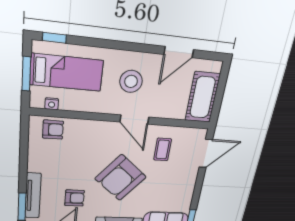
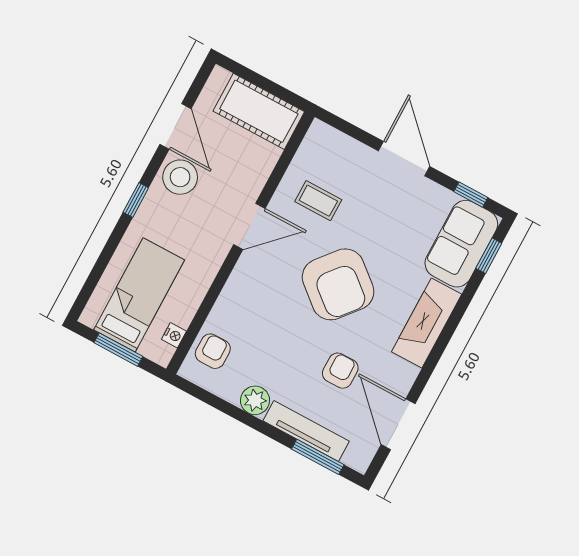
window: (54, 38) -> (136, 200), moved
stool: (131, 81) -> (180, 177), moved
door: (206, 153) -> (404, 159), moved
plant: (36, 164) -> (255, 400), added

